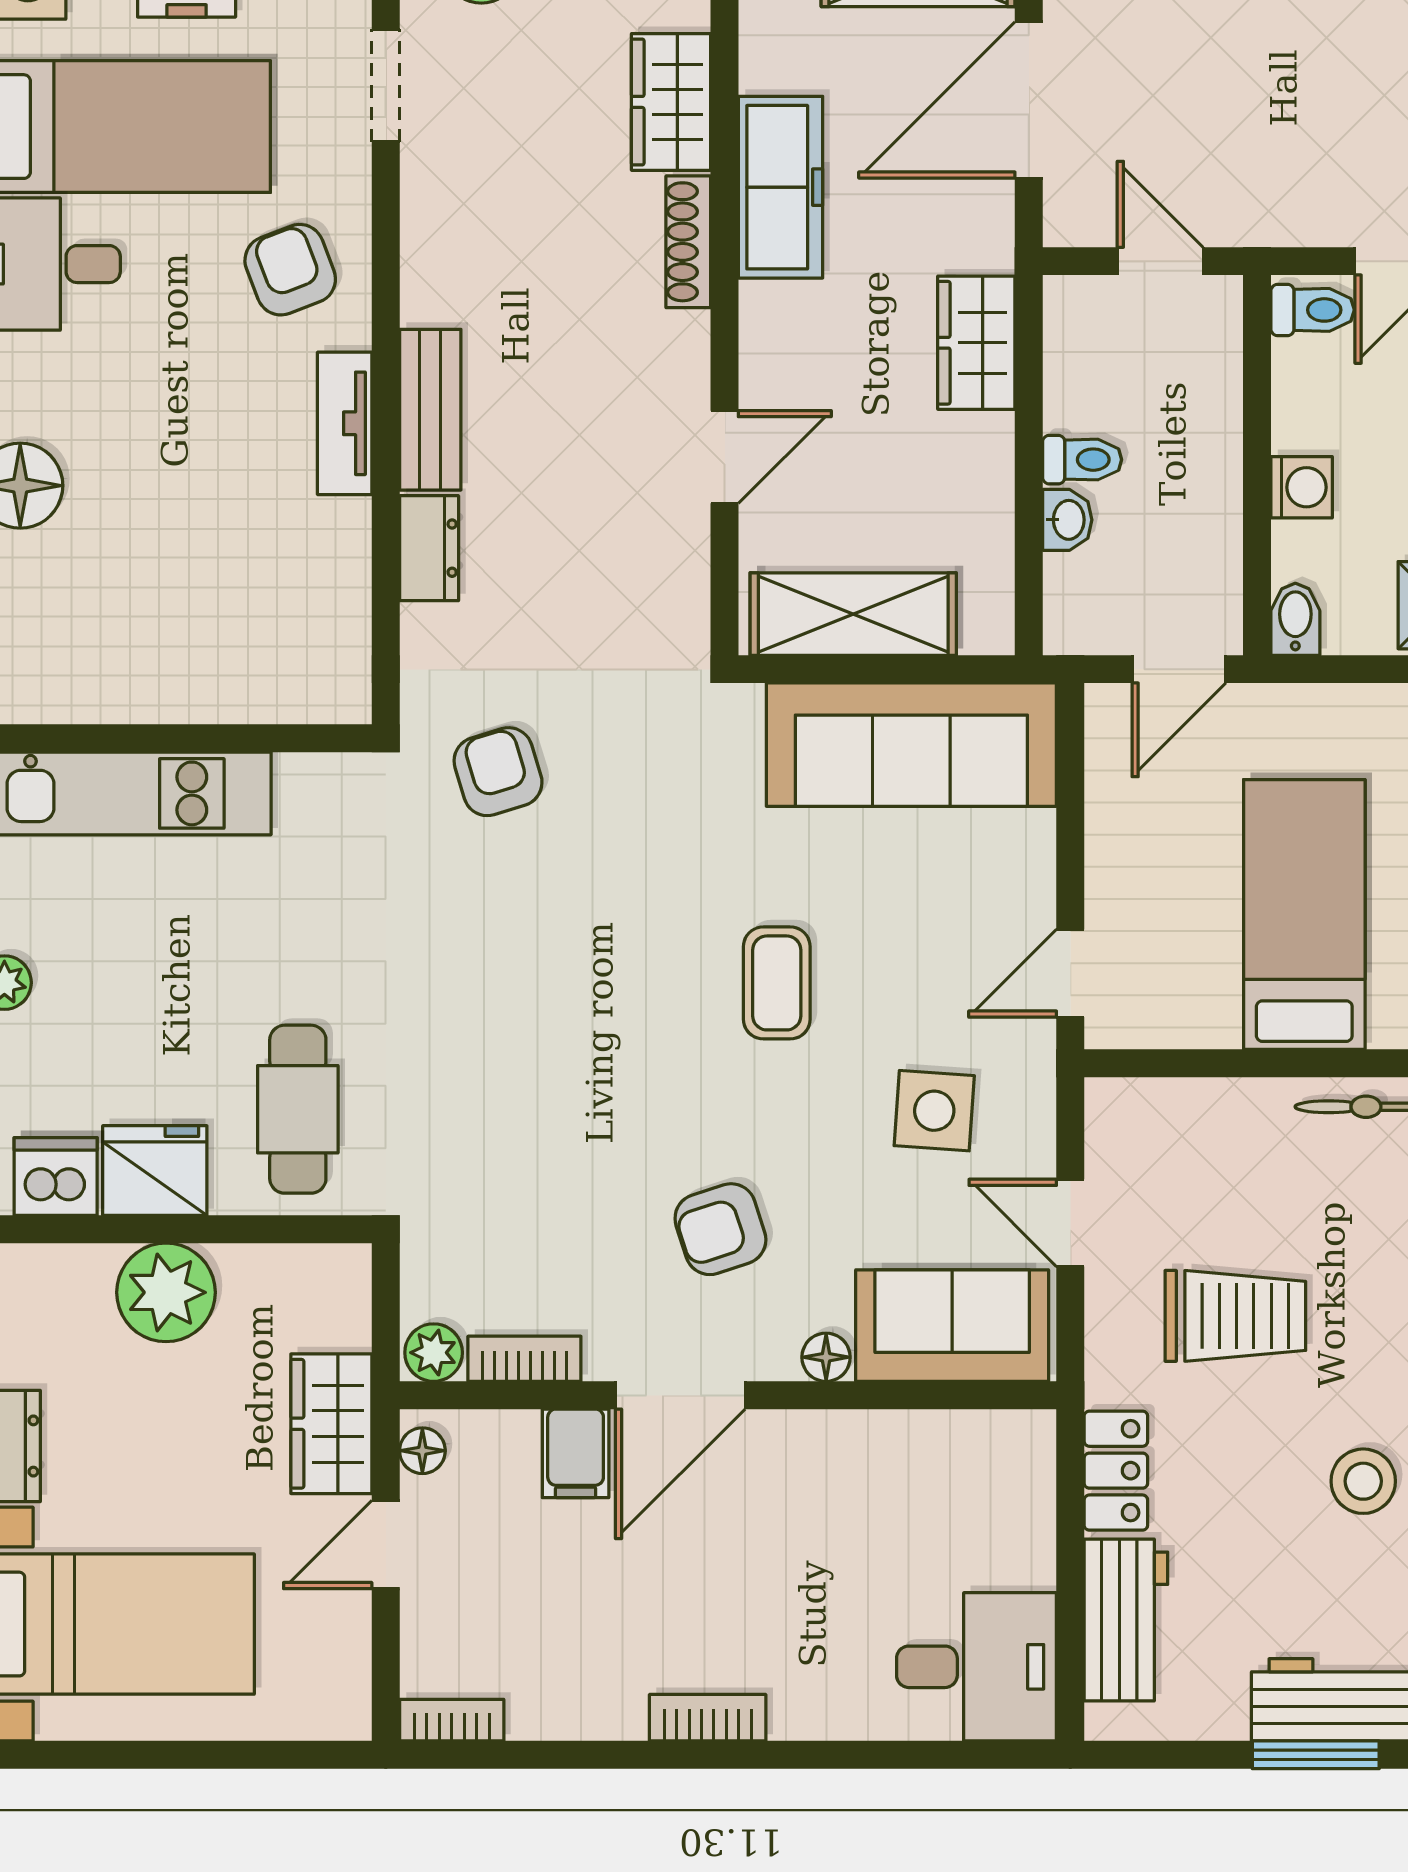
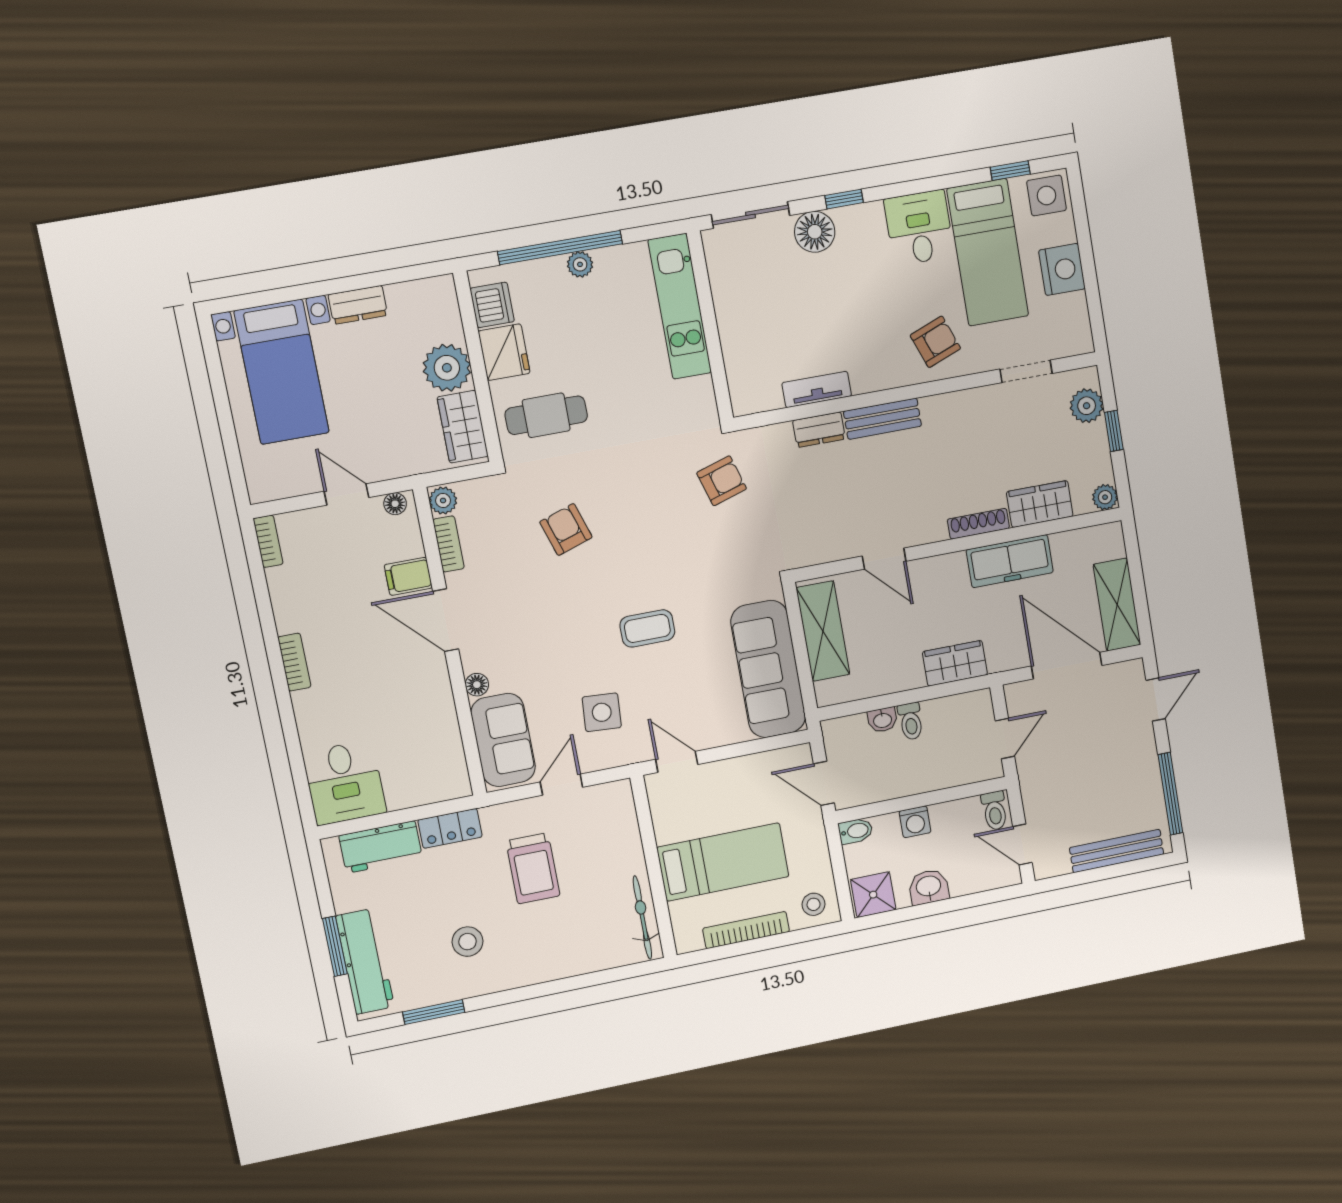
tv unit: (345, 423) -> (817, 389), moved
armchair: (720, 1229) -> (566, 530), moved
wardrobe: (331, 1424) -> (463, 427), moved, turned -90

